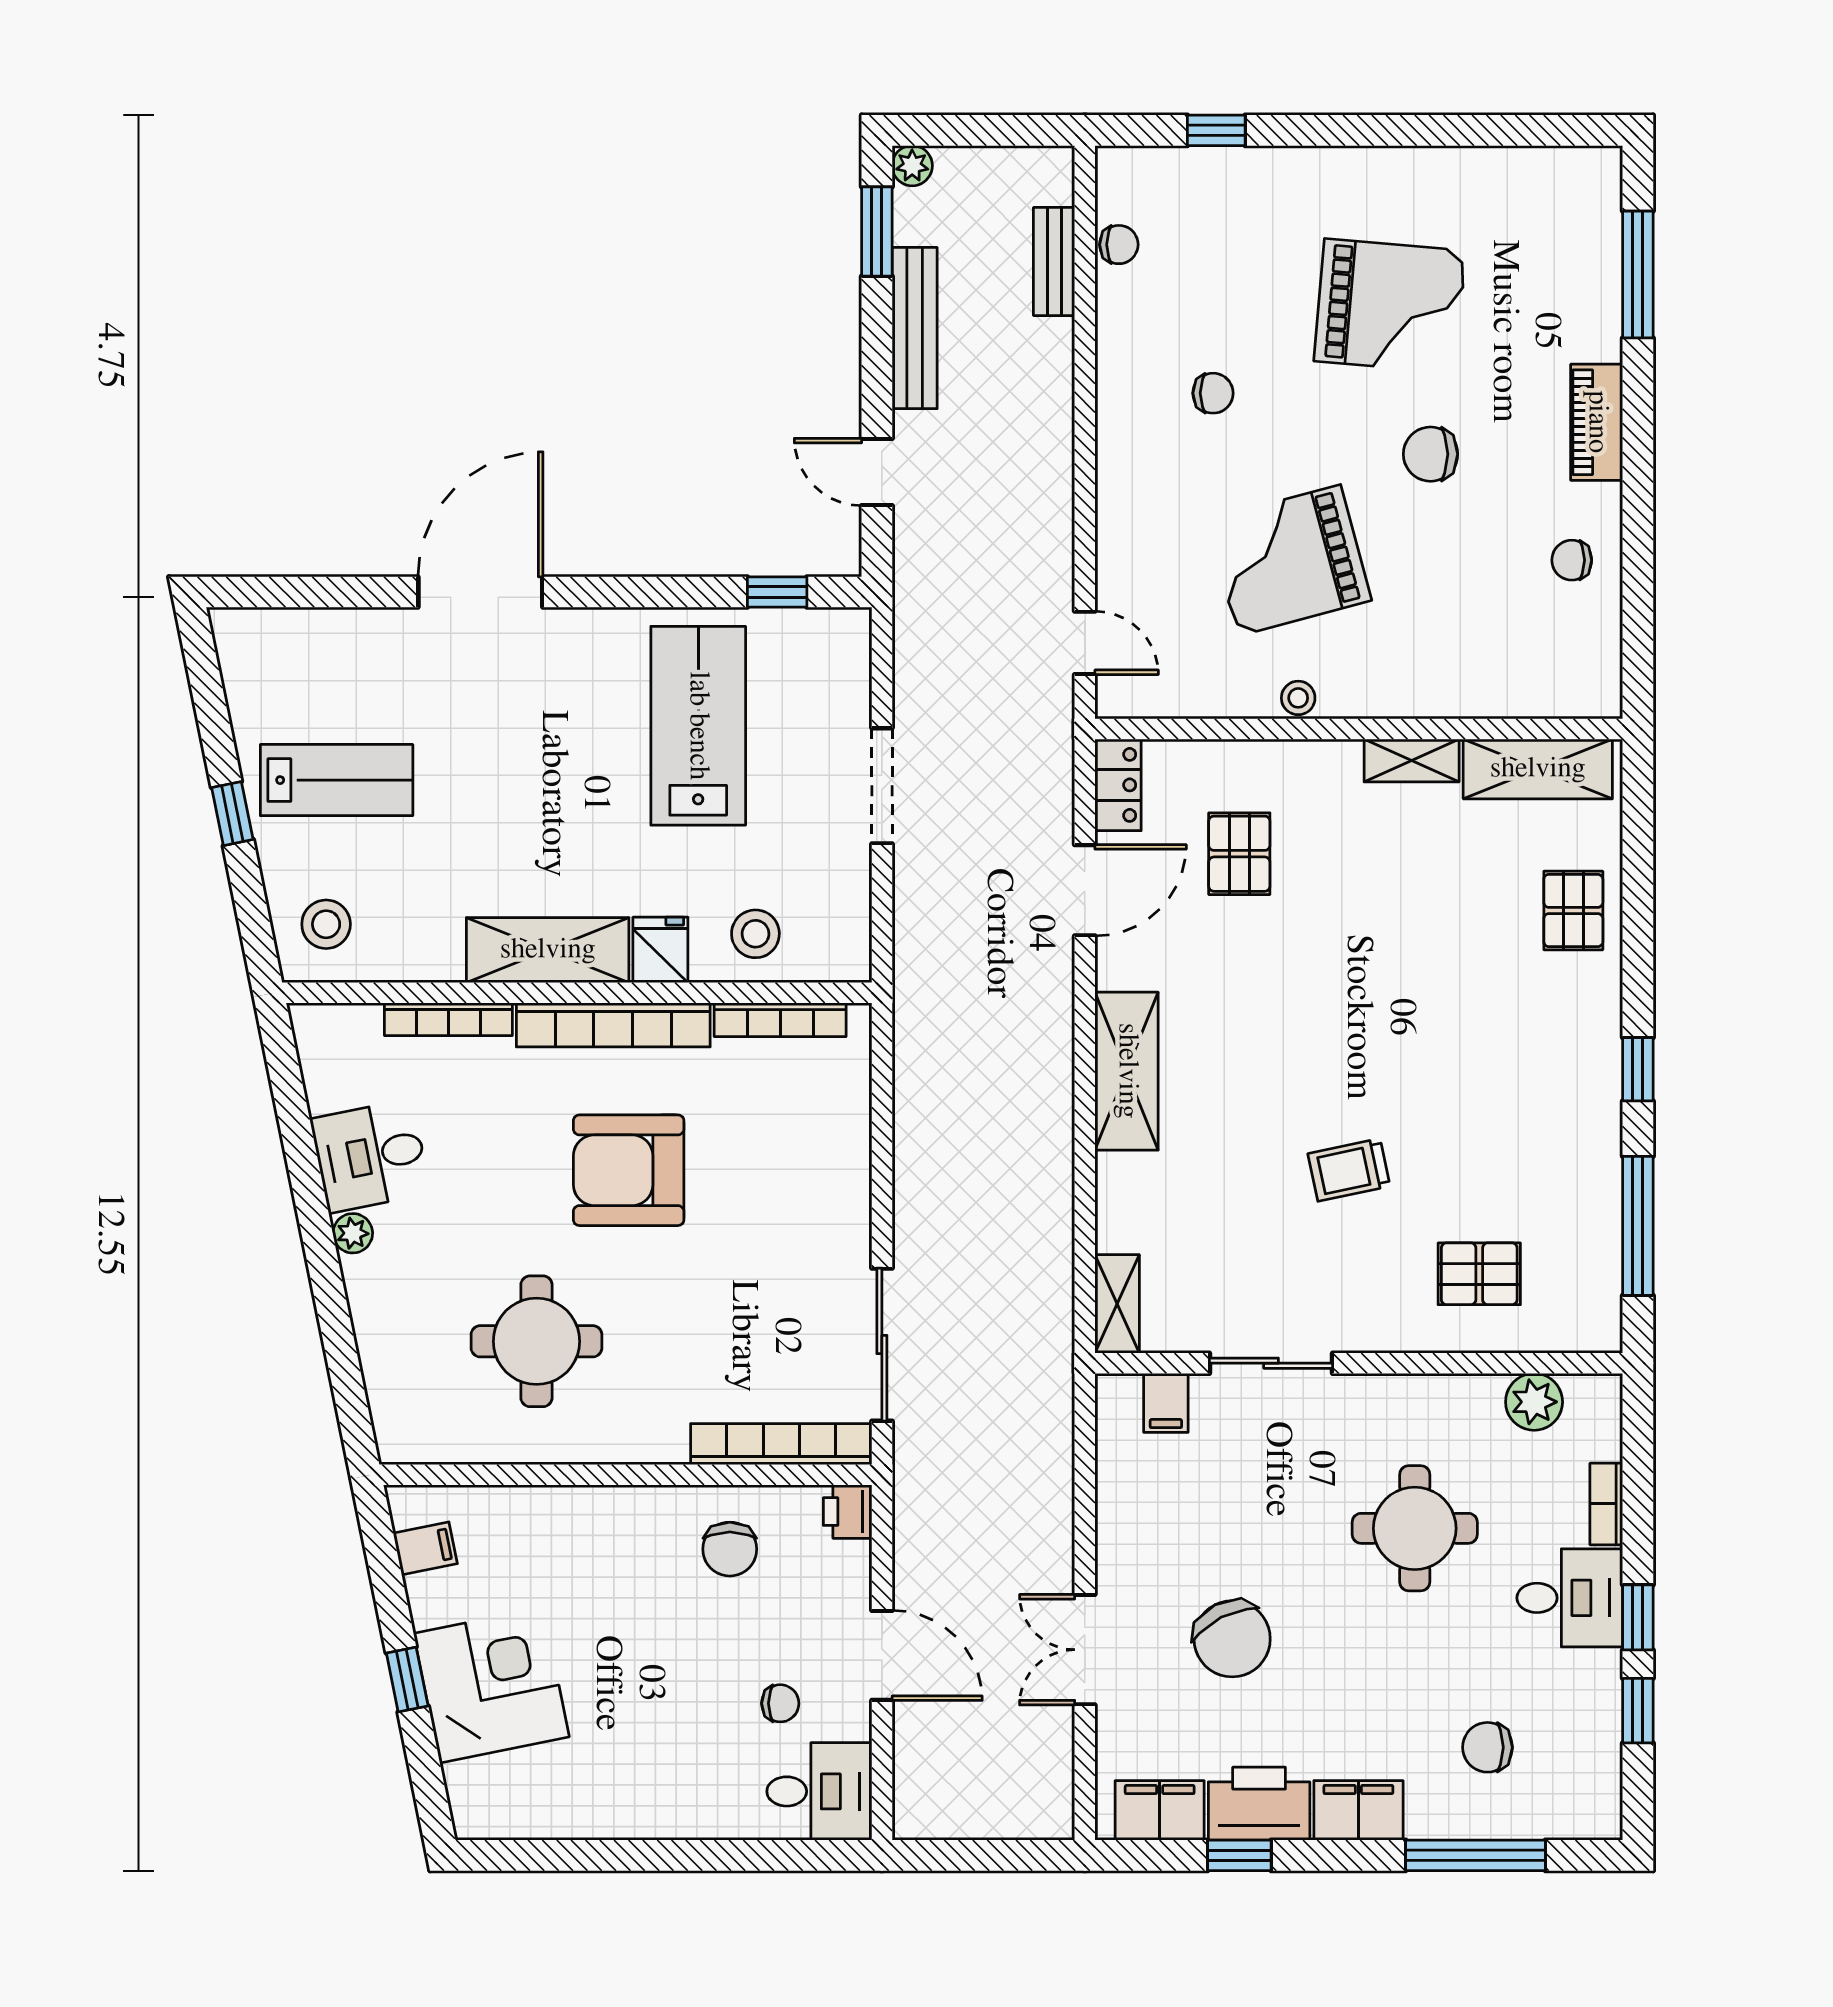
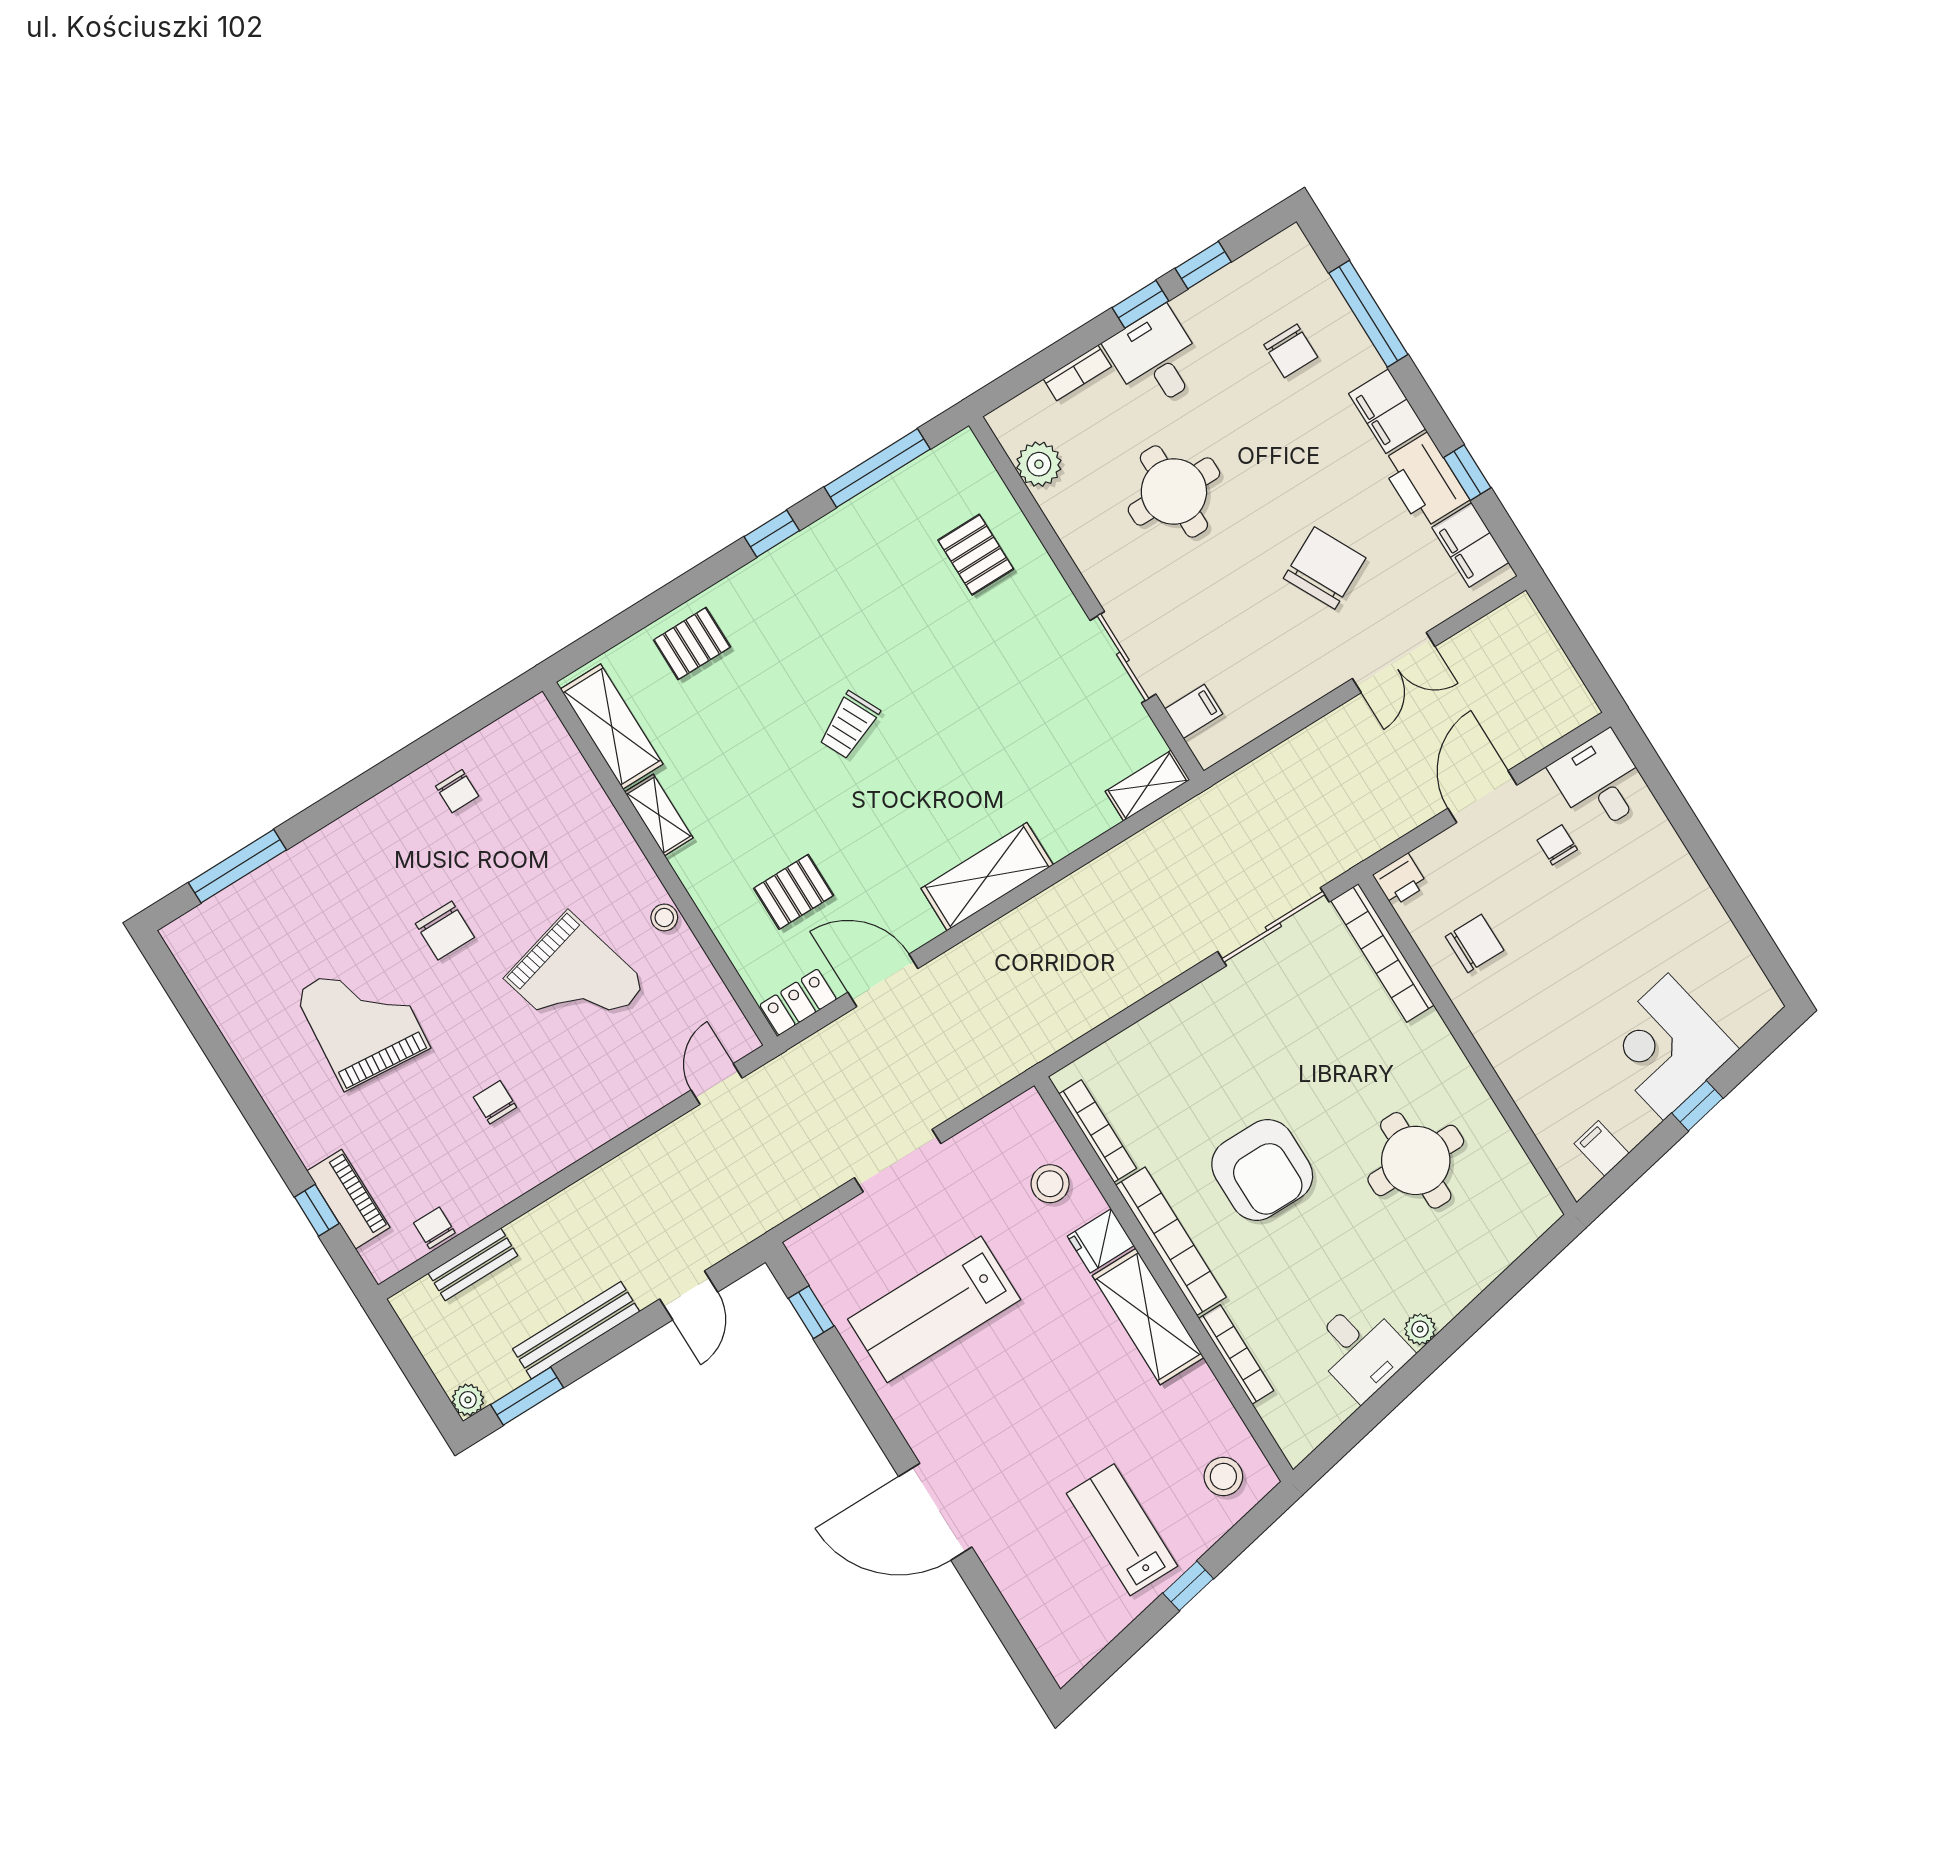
piano: (1597, 422) -> (348, 1199), moved, turned -90
trolley: (1349, 1170) -> (849, 725), moved, turned 76

